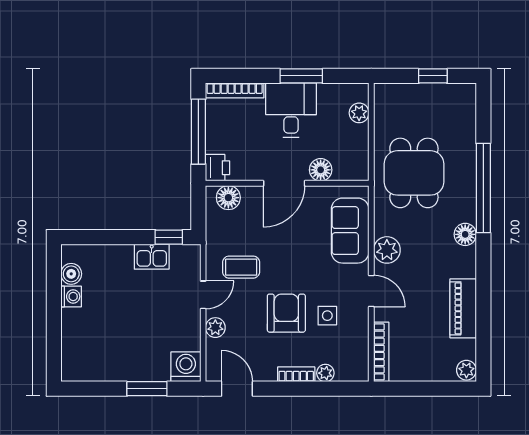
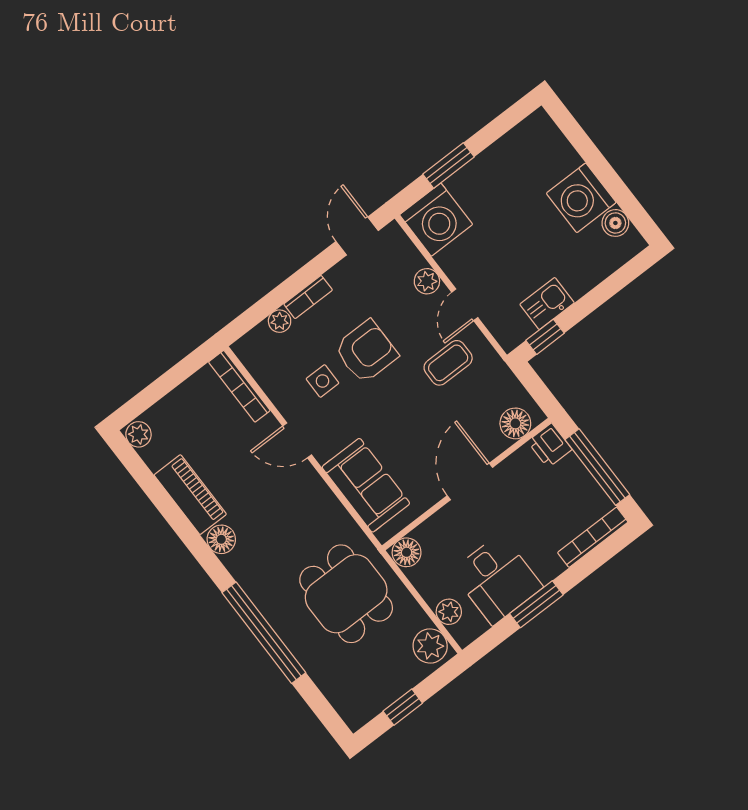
desk: (291, 110) -> (497, 579), moved
floor lamp: (321, 170) -> (407, 552), moved
floor lamp: (465, 234) -> (221, 539), moved
plant: (387, 250) -> (430, 646), moved
washing machine: (71, 296) -> (581, 198), width x1.89, depth x1.89
armchair: (286, 313) -> (366, 351), turned -90
washing machine: (186, 367) -> (436, 220), width x1.37, depth x1.37
door: (237, 389) -> (357, 236), swing flipped

